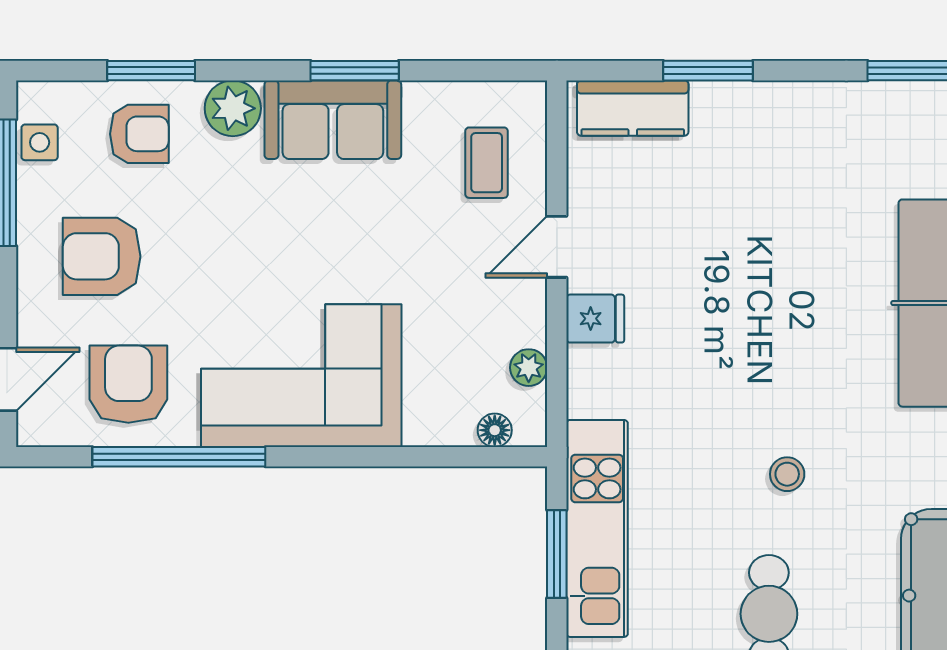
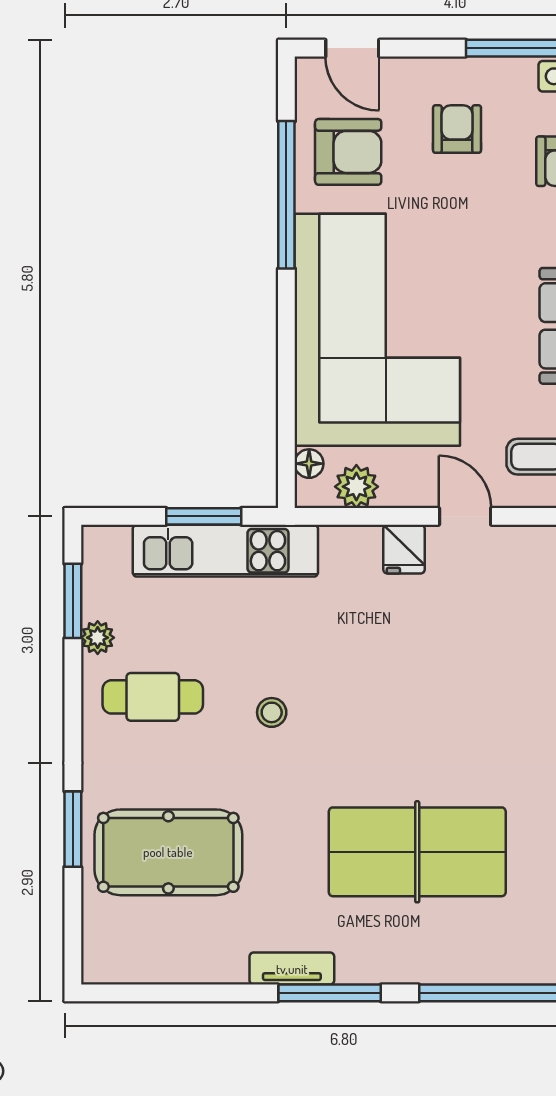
armchair: (102, 256) -> (457, 129), width x0.72, depth x0.72
plant: (529, 368) -> (356, 487), width x1.38, depth x1.38
corner sofa: (301, 376) -> (377, 330), width x1.36, depth x1.36

